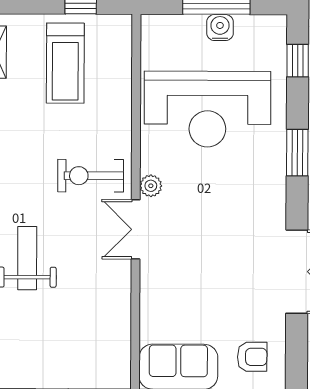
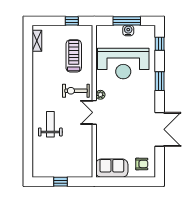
treadmill: (65, 63) -> (74, 56), moved, turned 180

